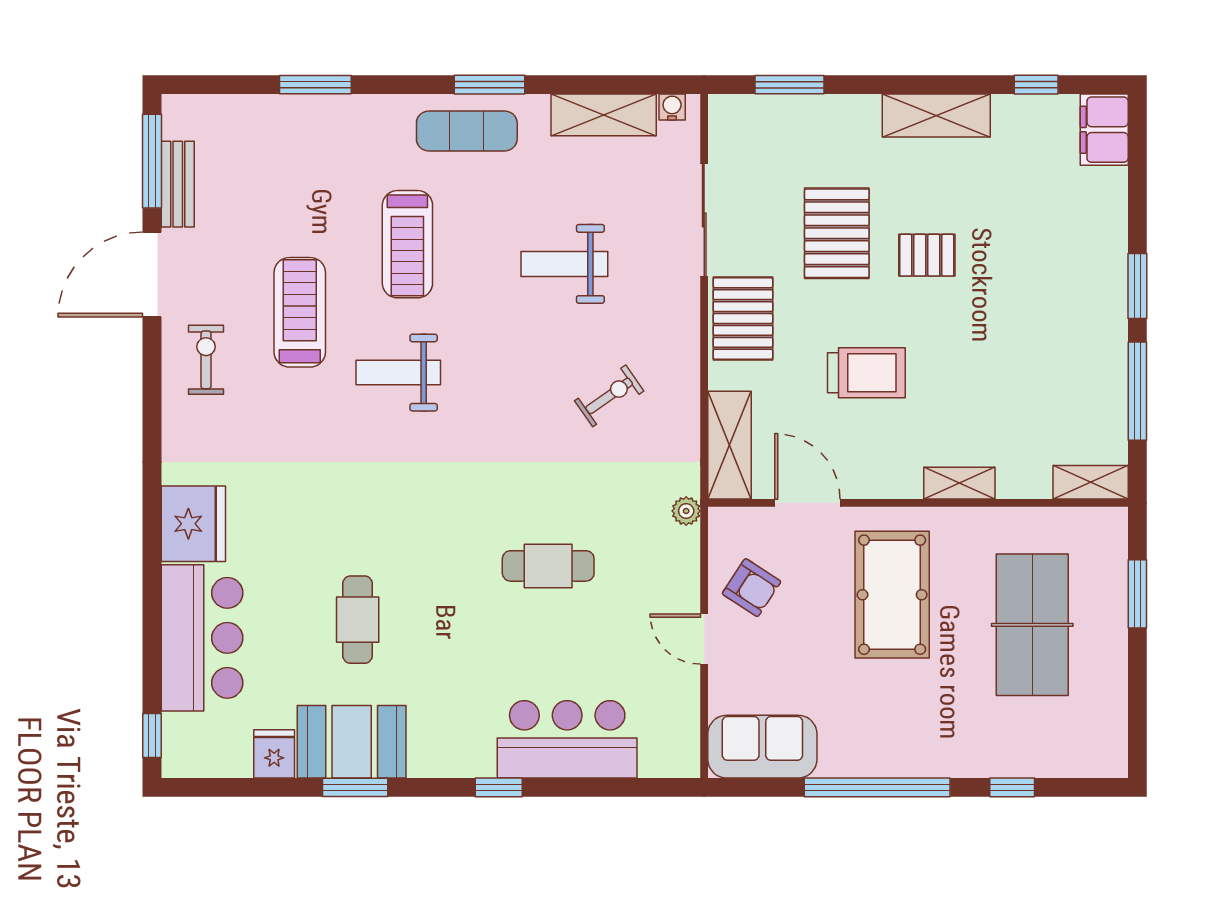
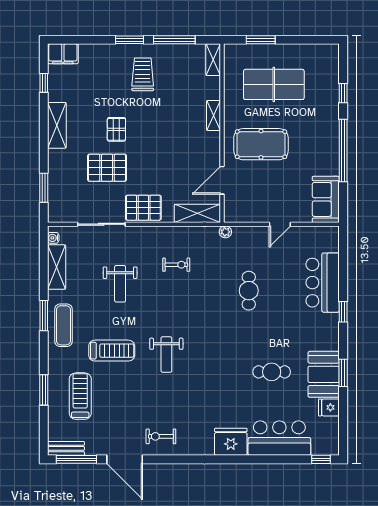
bench: (178, 184) -> (66, 448), moved
treadmill: (300, 312) -> (80, 396), moved, turned 90
trolley: (866, 373) -> (143, 74), moved
exercise bike: (609, 396) -> (176, 265), turned 125
armchair: (752, 588) -> (258, 204), removed

